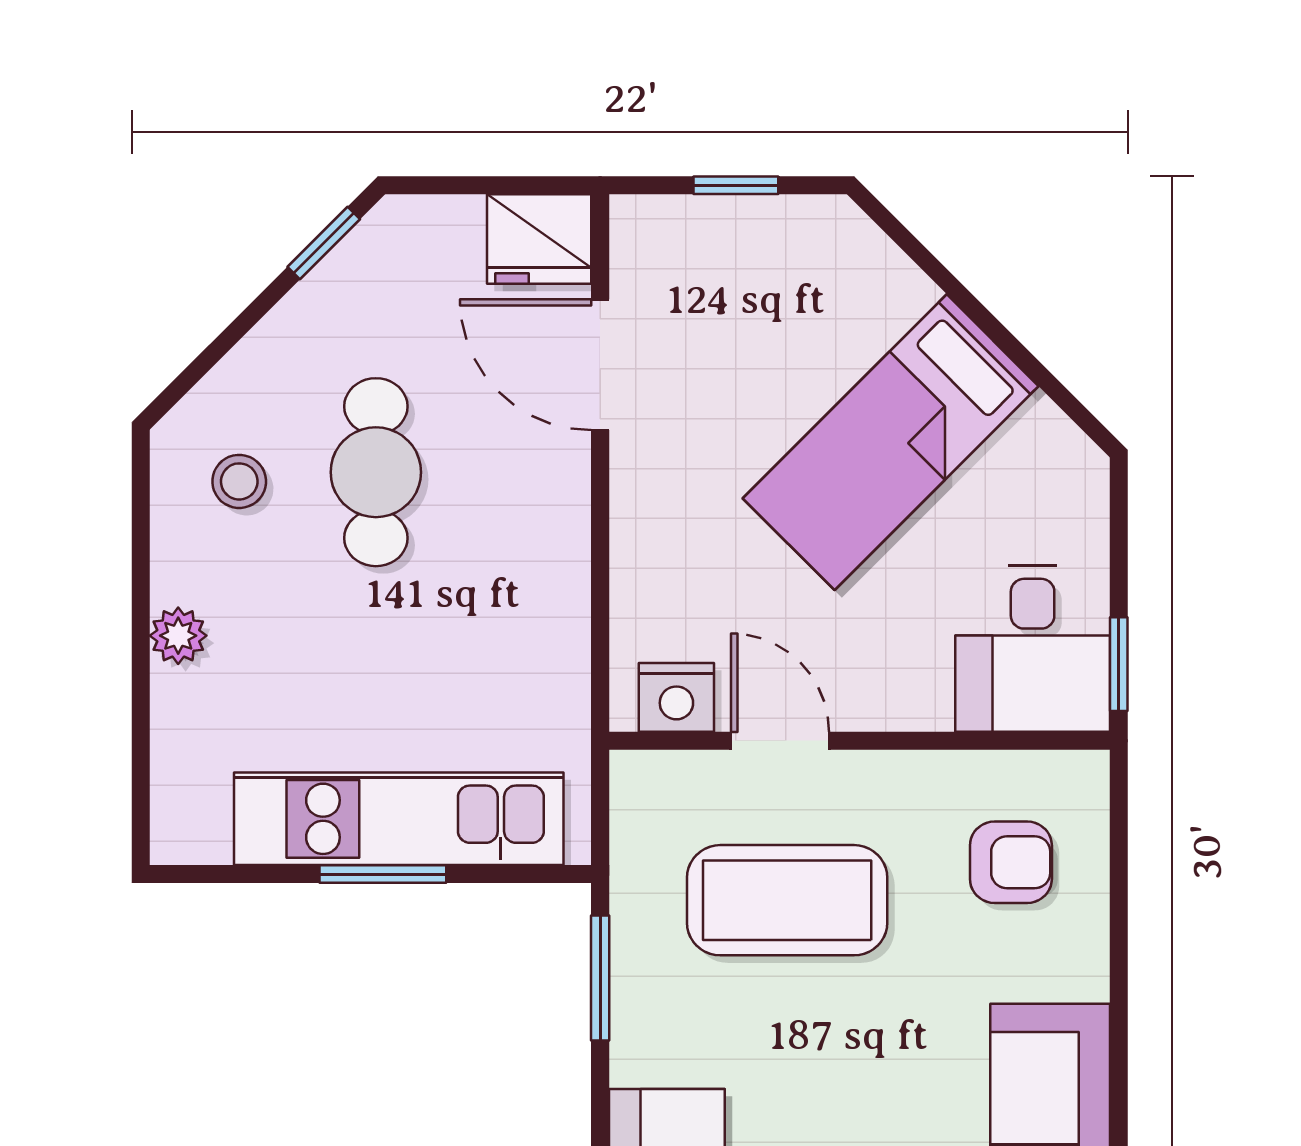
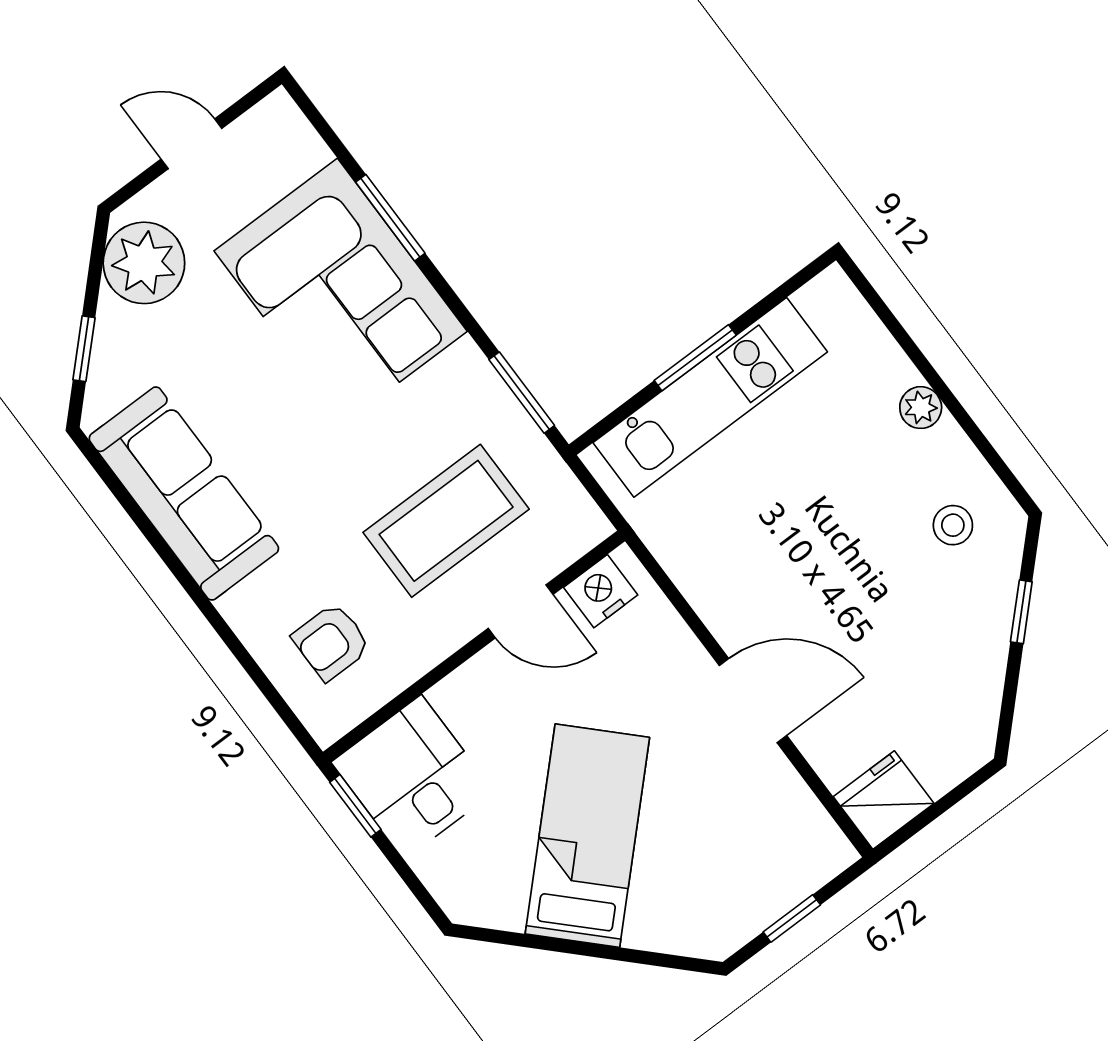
window: (324, 243) -> (1021, 612), moved
door: (600, 365) -> (753, 701), moved
cafe table: (376, 472) -> (877, 591), removed

